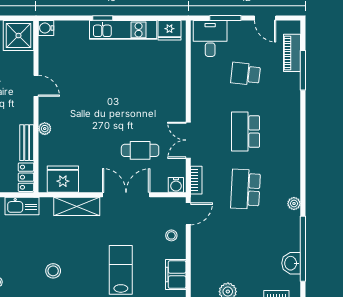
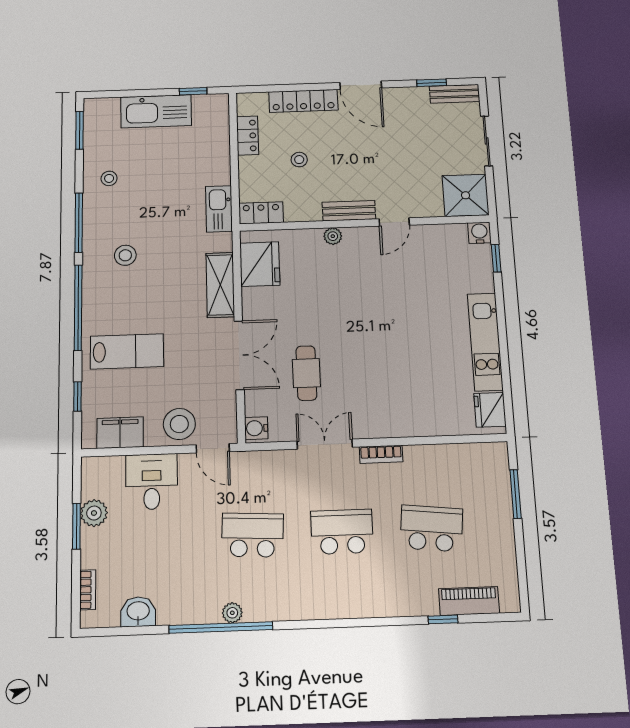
window: (103, 18) -> (496, 258), moved
door: (265, 18) -> (521, 556), removed
desk: (210, 38) -> (152, 482), moved, turned -90
window: (303, 70) -> (443, 619), width x0.46
school desk: (246, 74) -> (431, 528), width x1.85
bench: (27, 143) -> (349, 211), moved
bookcase: (196, 180) -> (381, 454), moved
stool: (171, 235) -> (179, 424), width x1.89, depth x1.89
window: (303, 249) -> (221, 628), moved

